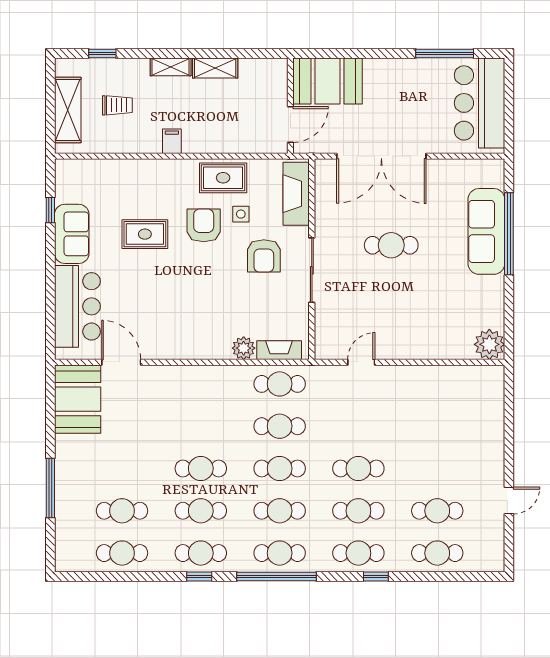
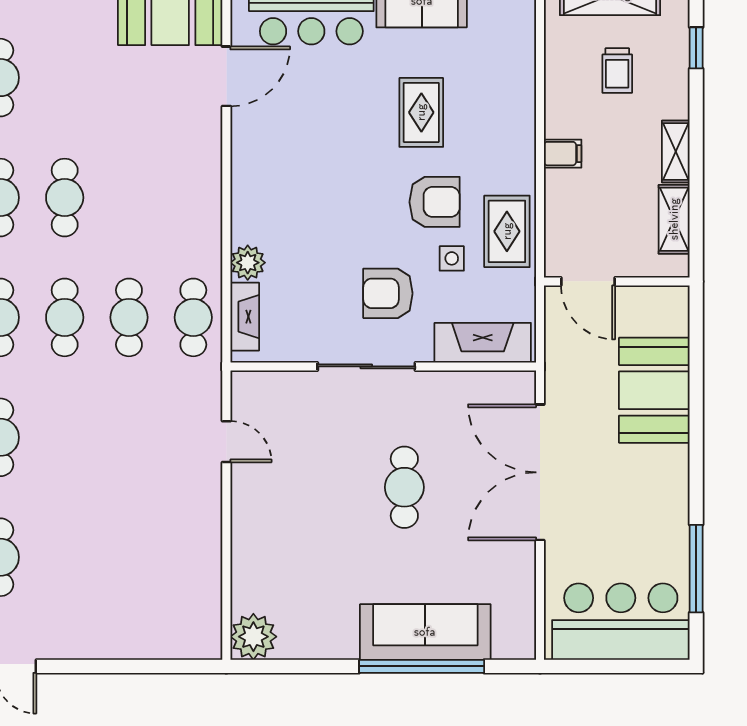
wall: (290, 106) -> (617, 281), moved
door: (290, 125) -> (588, 281), moved
cafe table: (358, 468) -> (65, 437), removed

